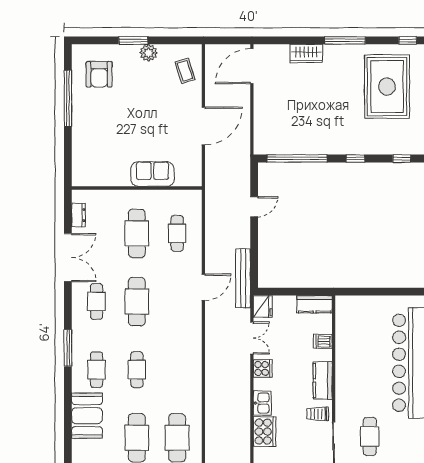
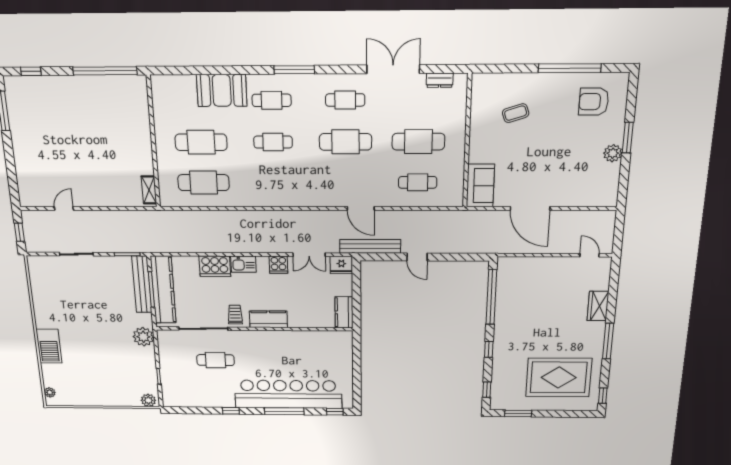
door: (252, 66) -> (590, 255), width x0.53
coffee table: (185, 71) -> (516, 113), moved
sofa: (152, 174) -> (480, 186), moved
door: (254, 207) -> (417, 257), moved
double door: (68, 258) -> (393, 69), swing flipped
dishwasher: (323, 341) -> (307, 319), removed

